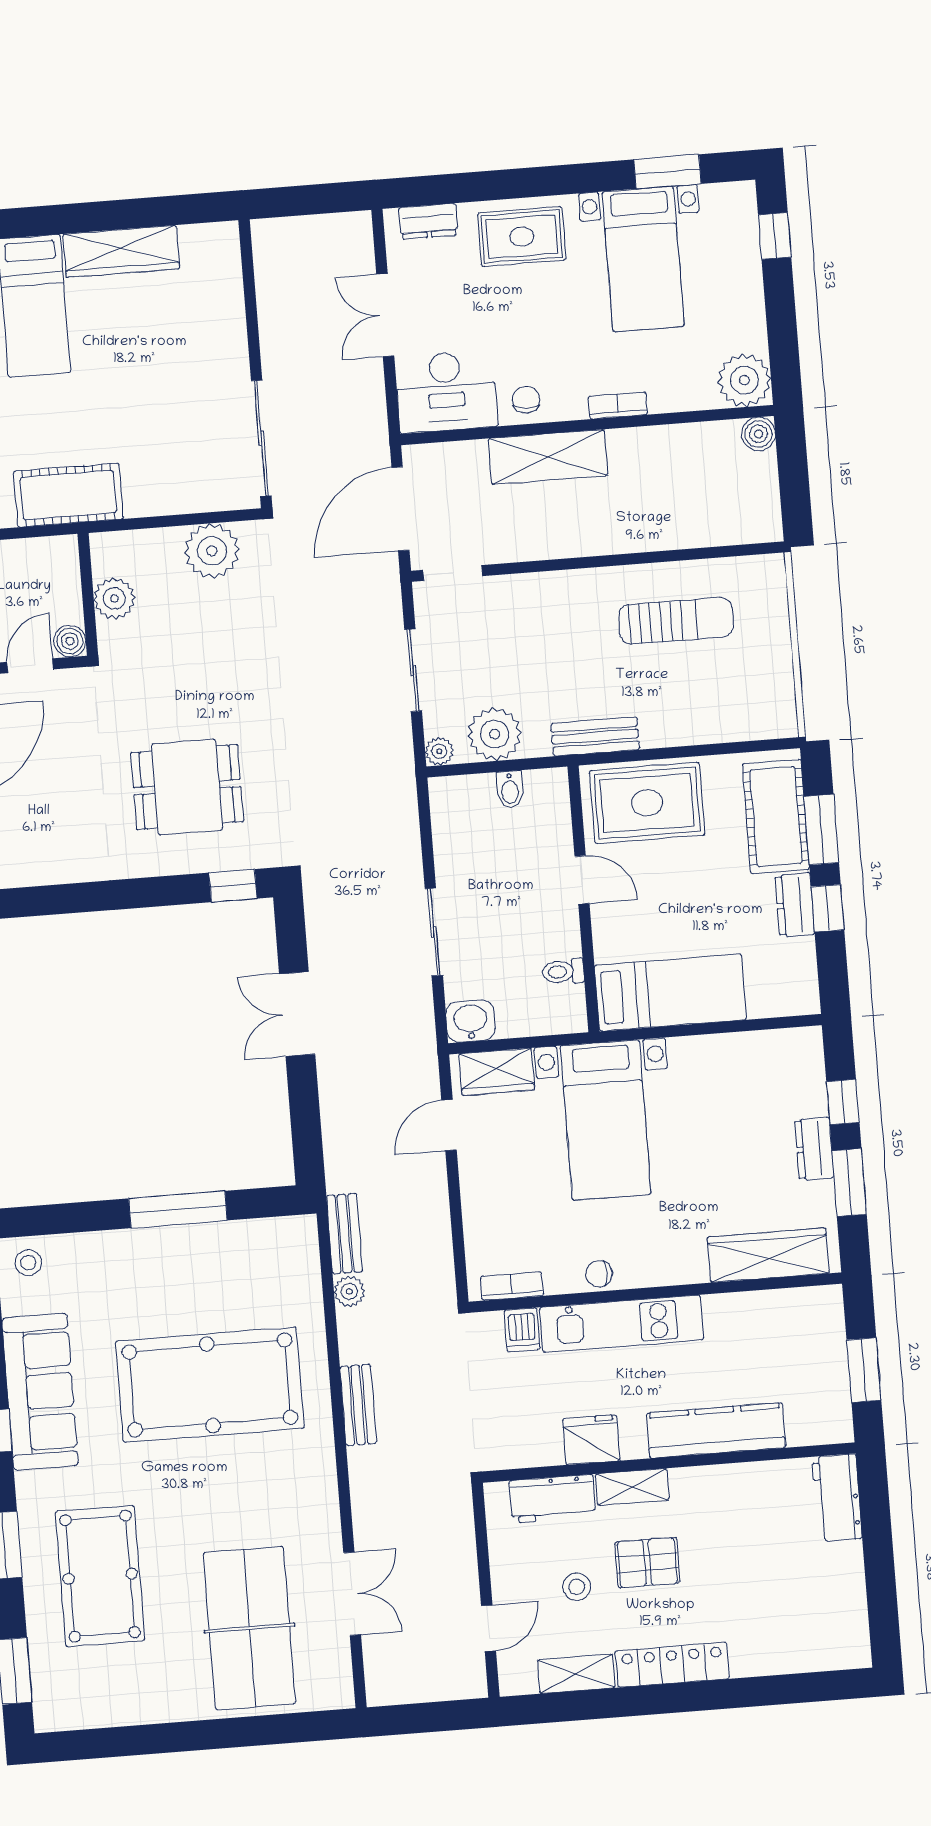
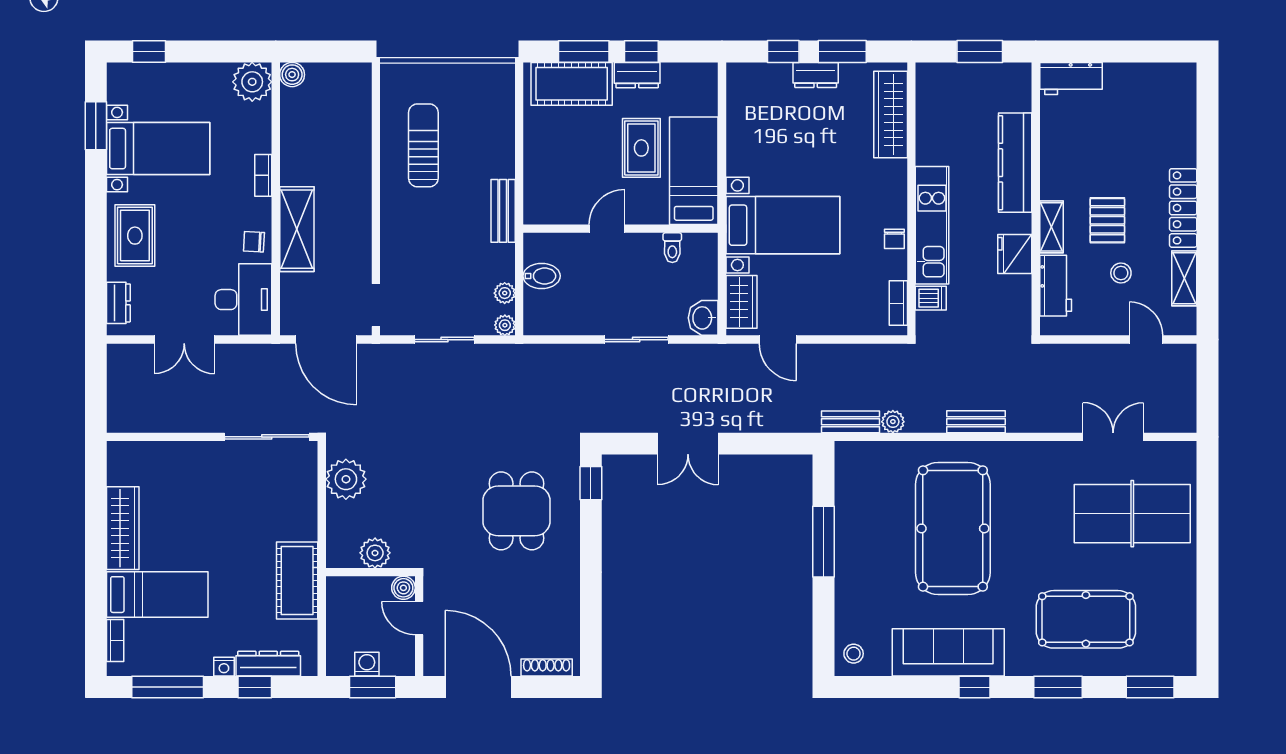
plant: (495, 734) -> (505, 293), width x0.53, depth x0.53
bidet: (510, 790) -> (542, 276), width x1.38, depth x1.36
rug: (647, 803) -> (641, 148), moved, width x0.73, depth x0.70

